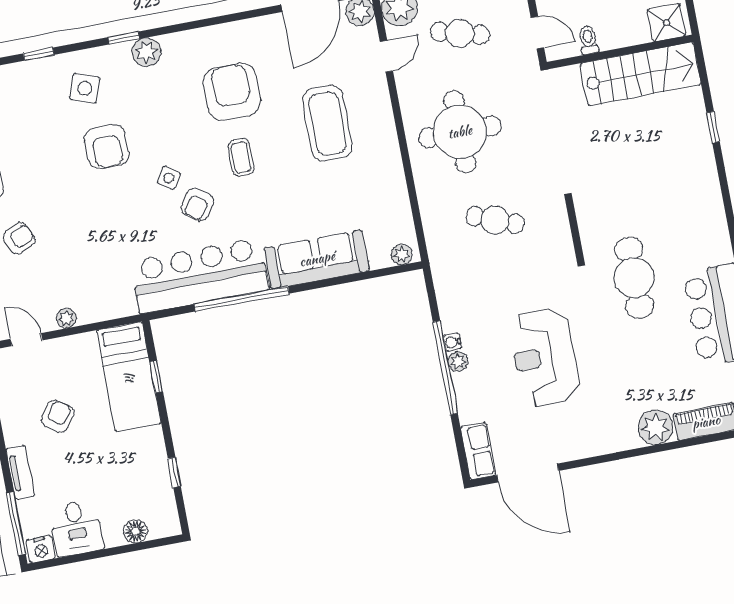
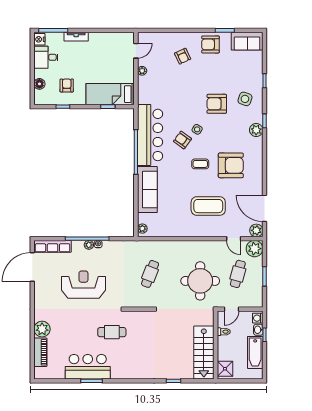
round table: (460, 132) -> (200, 281), moved
cafe table: (634, 278) -> (112, 332), width x0.73, depth x0.74
armchair: (58, 416) -> (67, 85), moved, turned -125
row of seats: (478, 451) -> (53, 246), width x1.48

